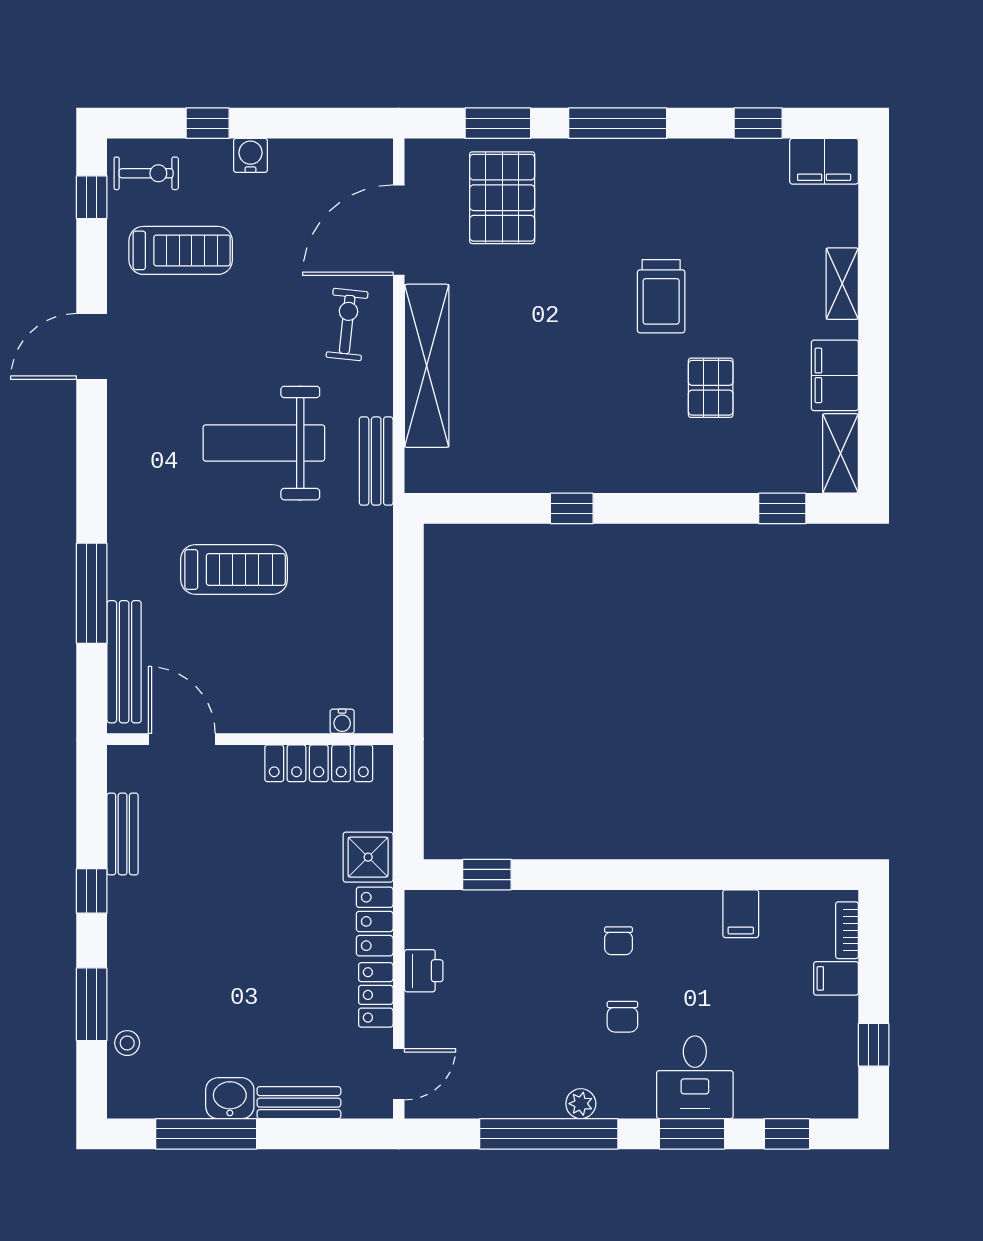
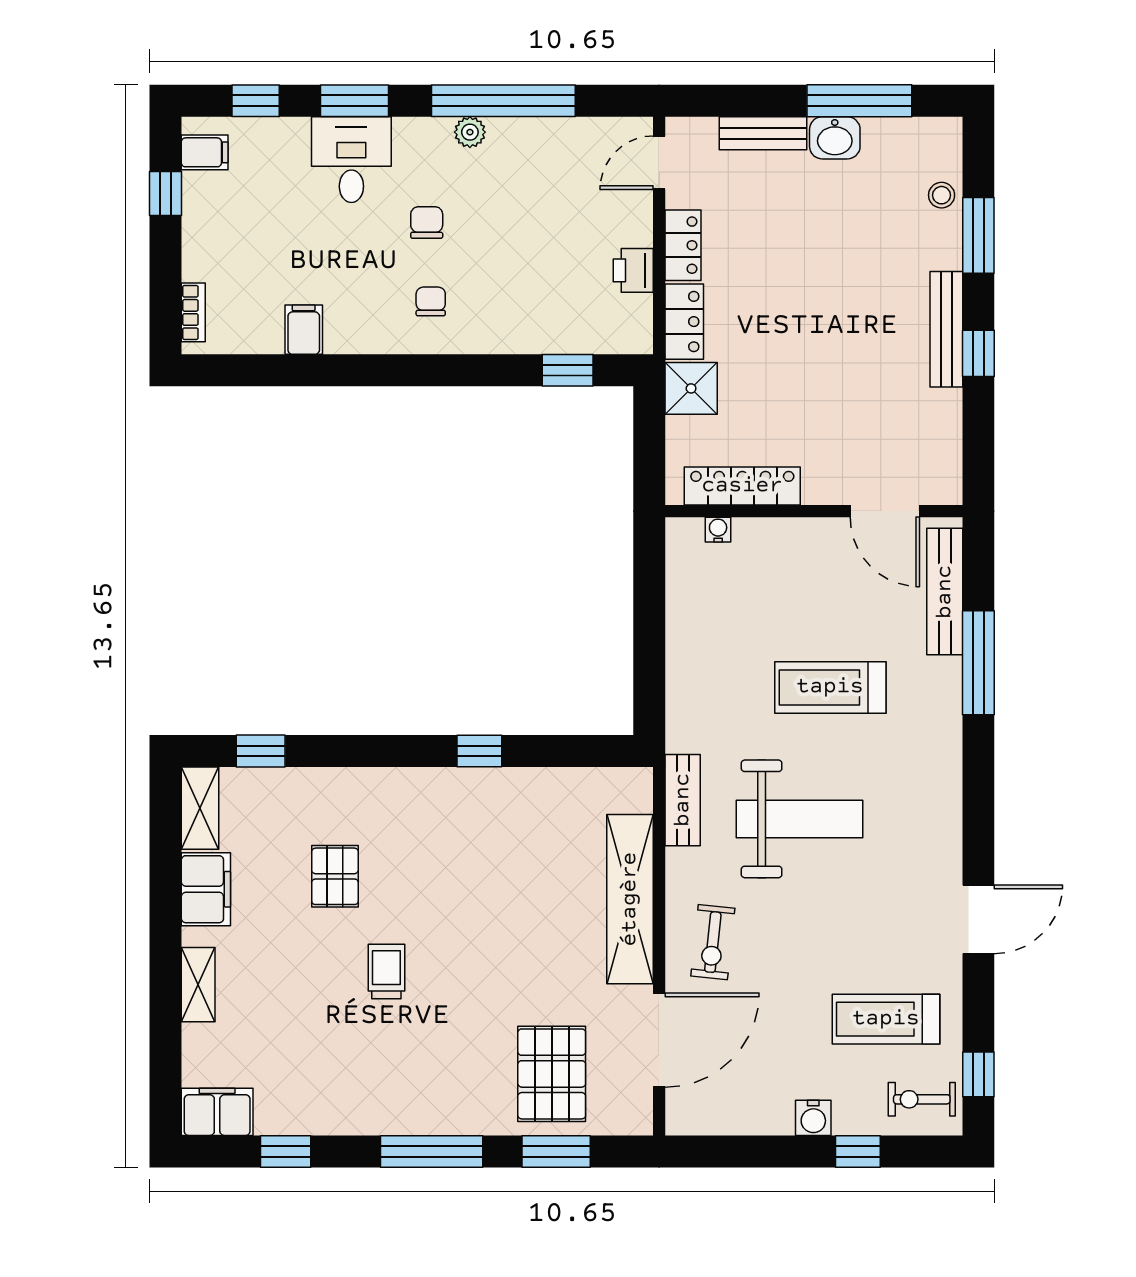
trolley: (661, 296) -> (386, 971), width x0.73, depth x0.72
bench: (123, 834) -> (946, 329), moved, width x1.36
filing cabinet: (836, 978) -> (205, 152), moved

